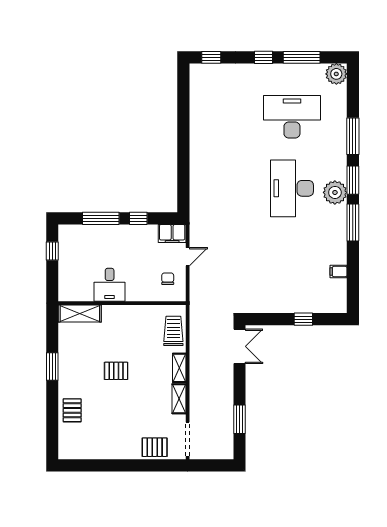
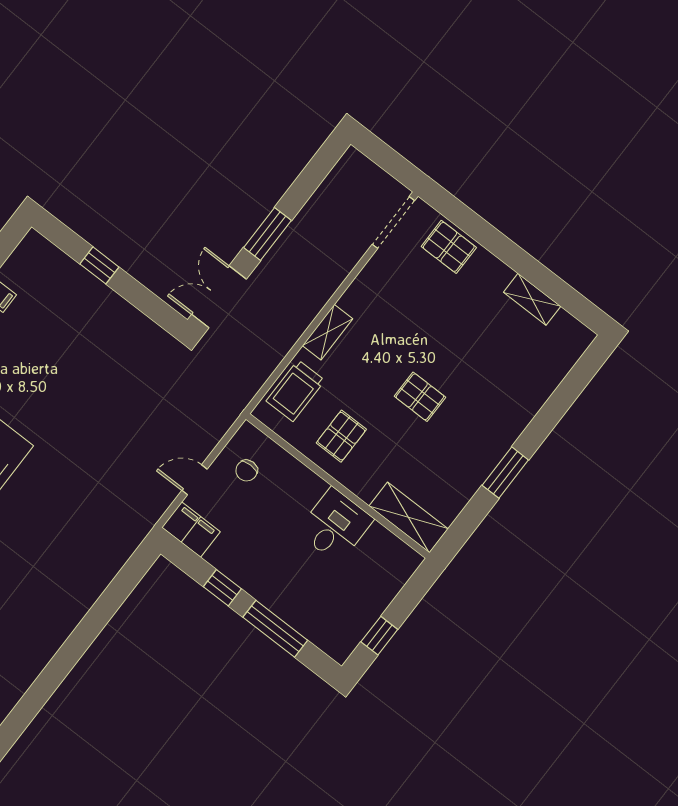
shelving: (179, 399) -> (532, 299), moved, turned 90
pallet: (72, 410) -> (341, 436), moved
window: (239, 419) -> (267, 234), moved

